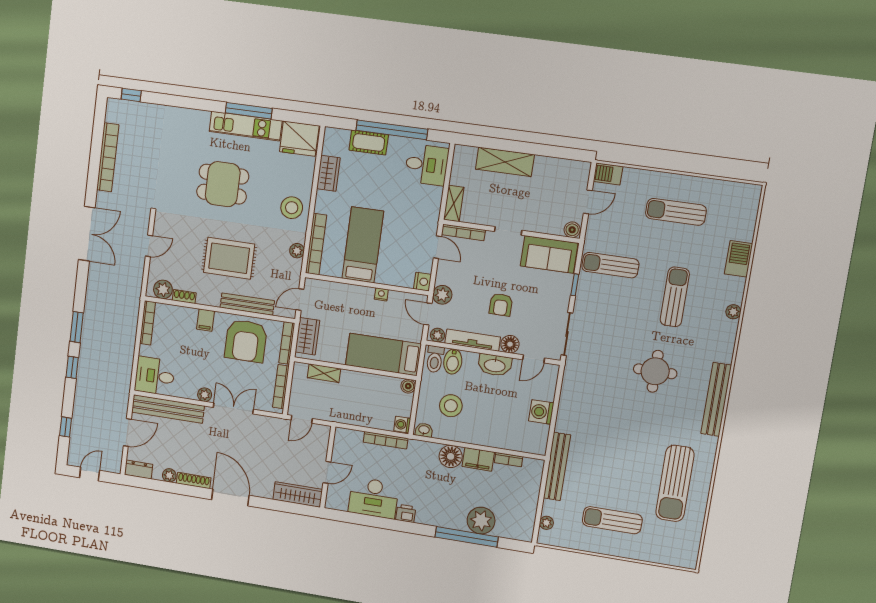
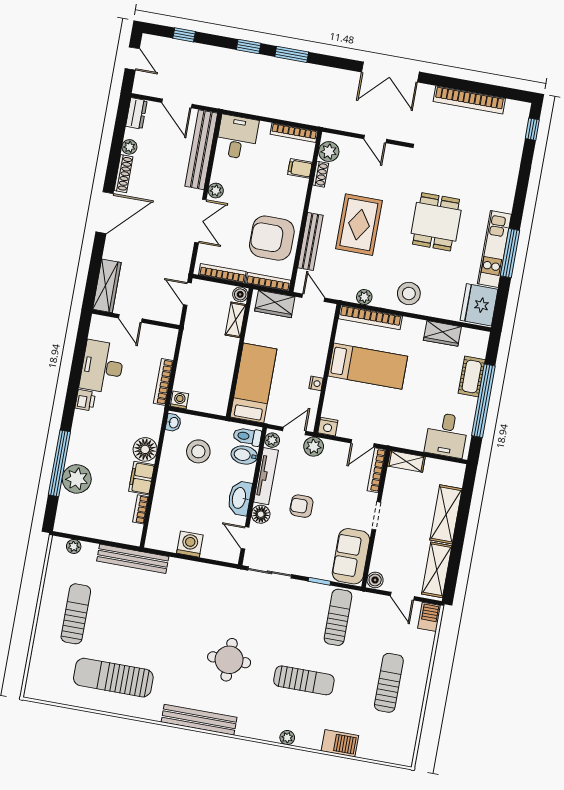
shelving: (560, 169) -> (437, 570), added
filing cabinet: (205, 320) -> (300, 168), moved
boiler: (408, 386) -> (240, 294), moved

